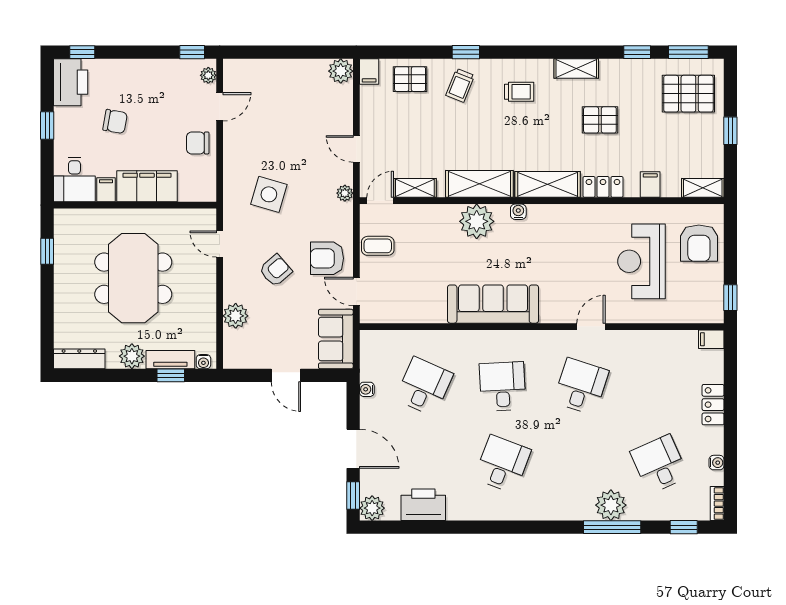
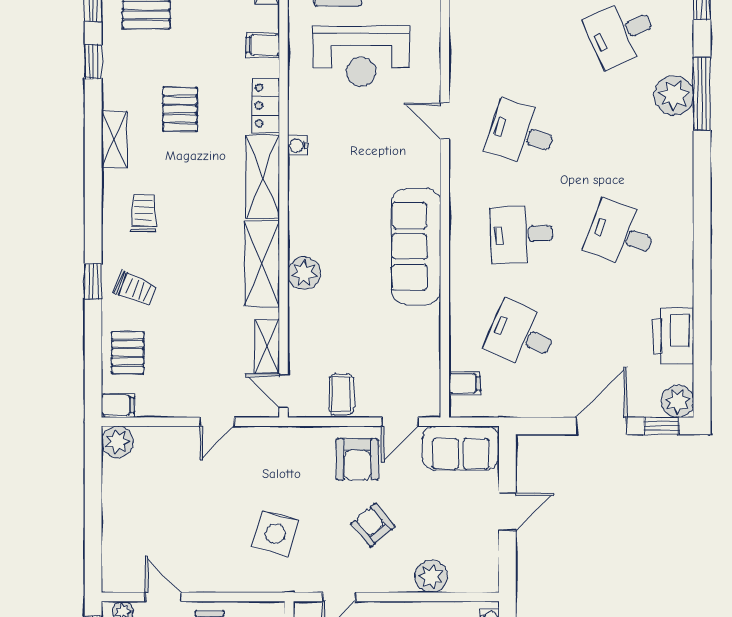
plant: (345, 193) -> (274, 436), removed
water cooler: (518, 212) -> (298, 146), moved
plant: (477, 221) -> (304, 273), width x0.73, depth x0.73
filing cabinet: (386, 342) -> (465, 383), added
water cooler: (367, 389) -> (525, 408), removed

